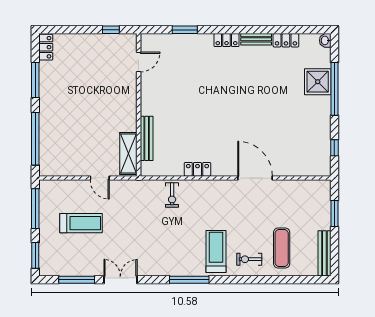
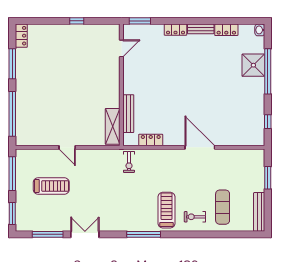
door: (139, 62) -> (121, 48), moved
wall: (139, 105) -> (121, 85), moved
bench: (147, 138) -> (128, 114), moved
shelving: (128, 153) -> (113, 126), moved

